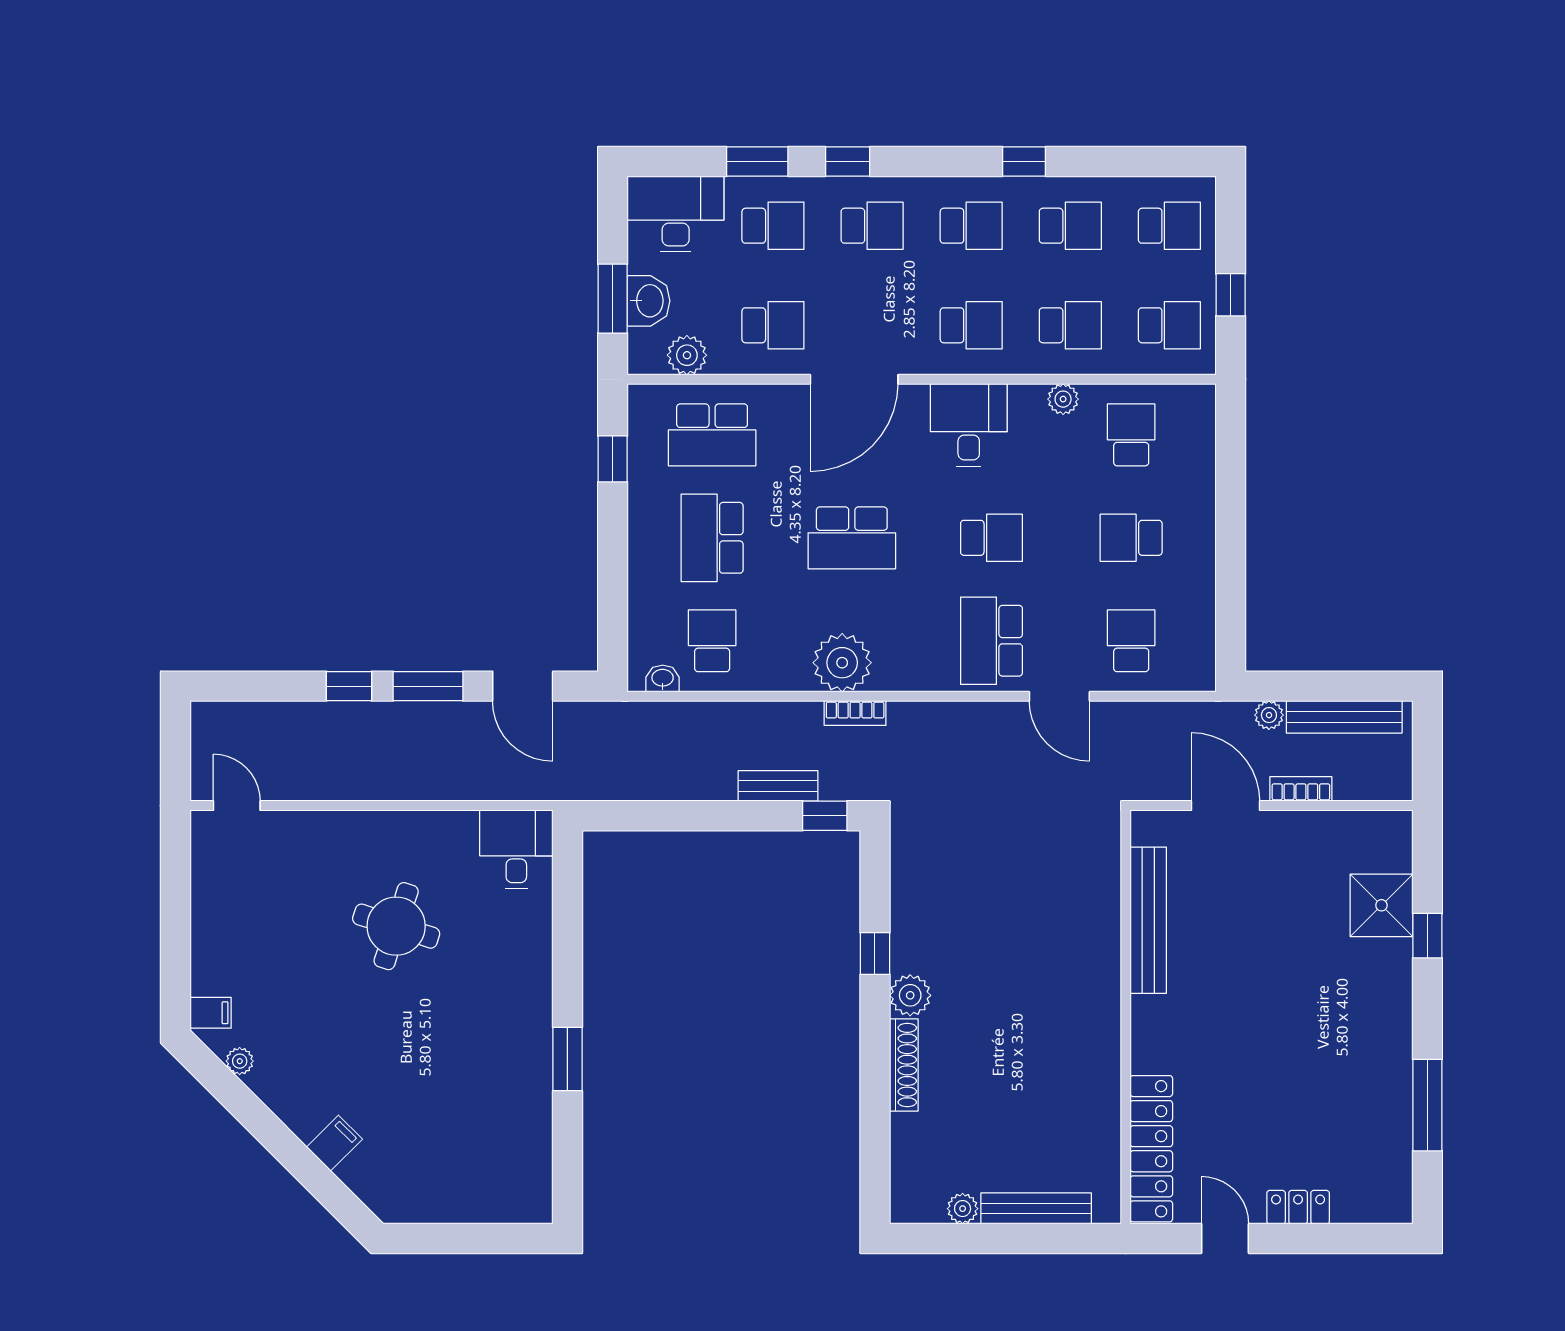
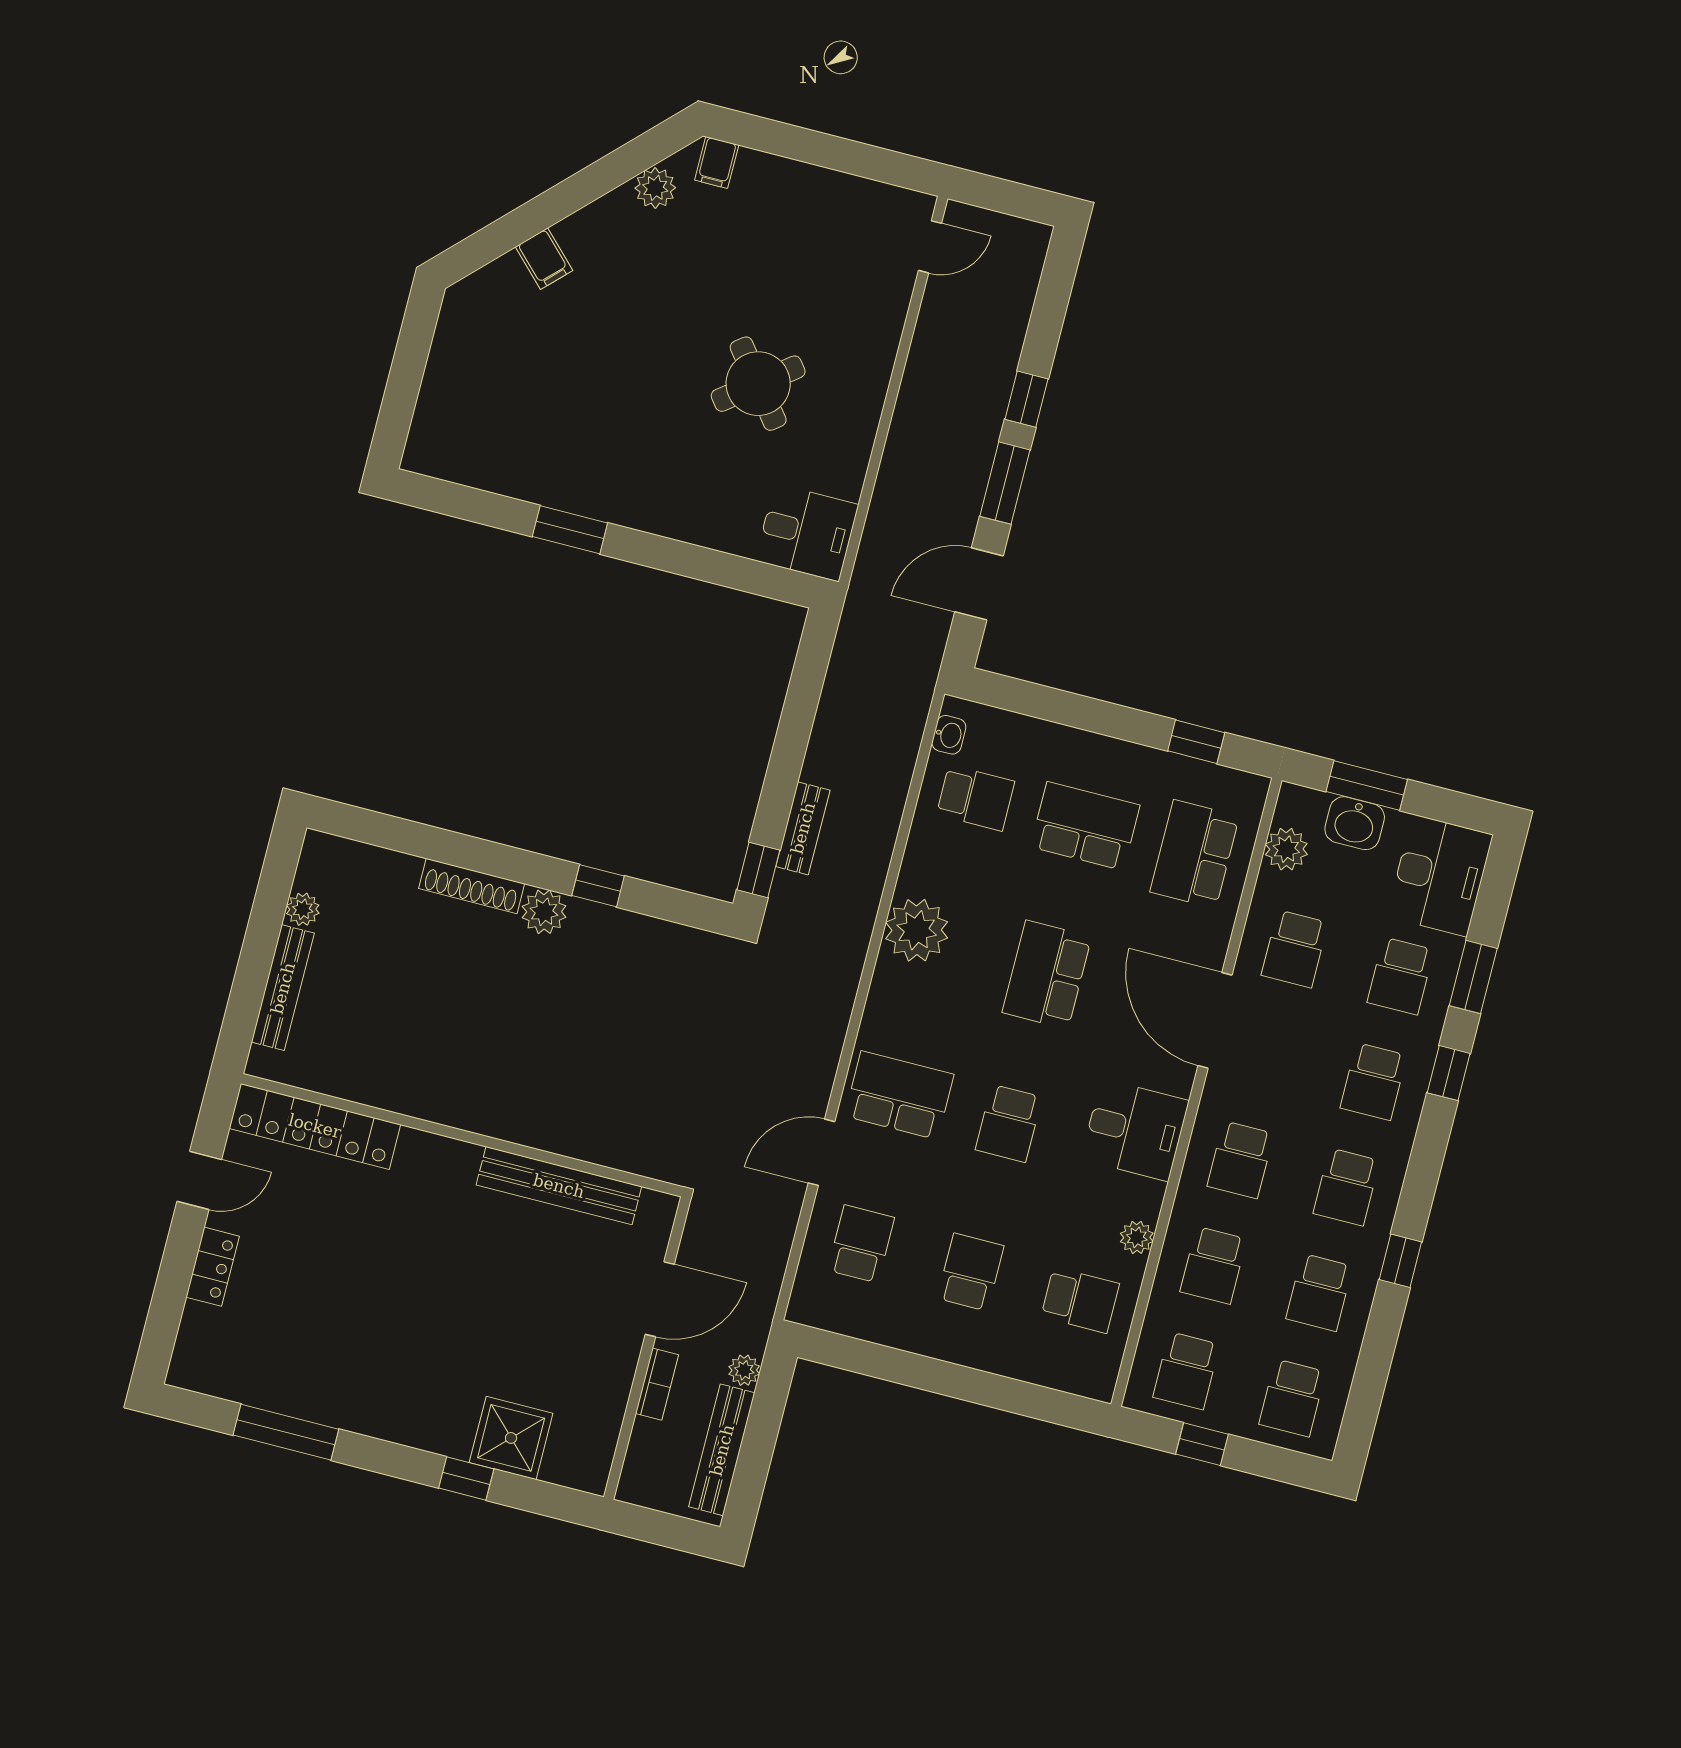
school desk: (1131, 641) -> (861, 1244), turned -90
bookcase: (855, 713) -> (860, 930), removed
round table: (396, 926) -> (758, 384), turned 34
plant: (240, 1061) -> (655, 188), width x1.38, depth x1.38

